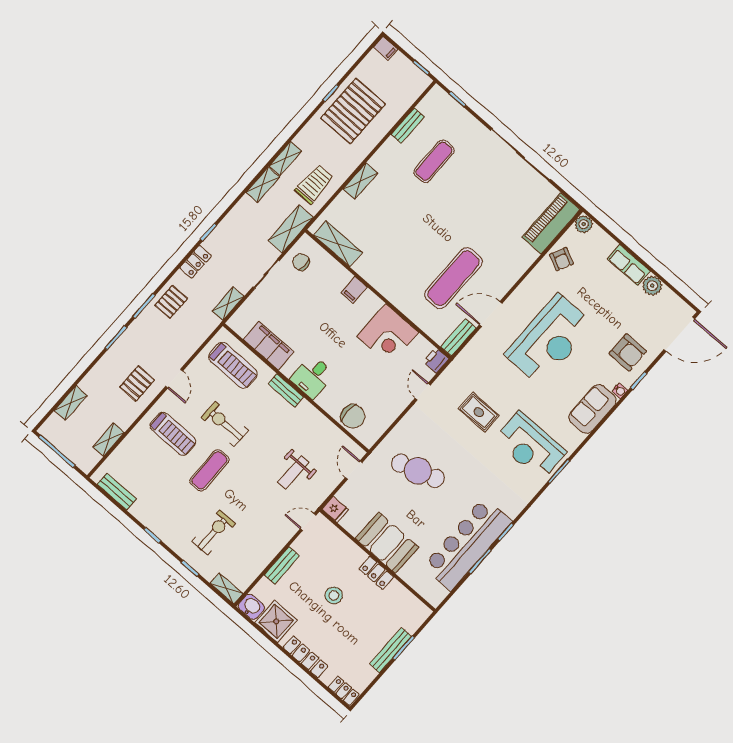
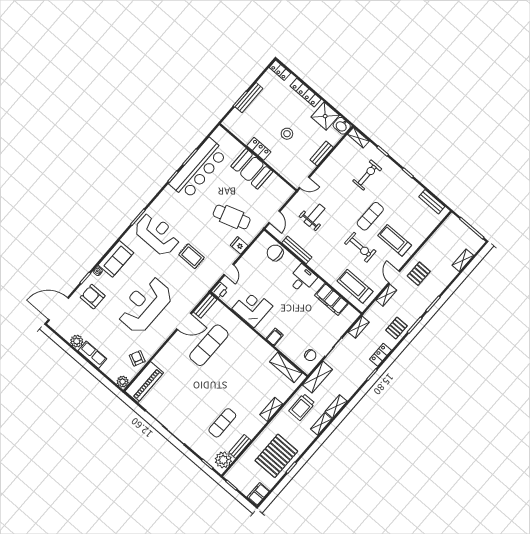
filing cabinet: (385, 48) -> (258, 494), width x2.00
plant: (433, 106) -> (223, 460), added
bench: (286, 390) -> (297, 250), moved, width x1.36
shelving: (109, 440) -> (386, 295), moved
fridge: (335, 509) -> (239, 245), moved
exercise bike: (214, 532) -> (367, 175), turned 180

